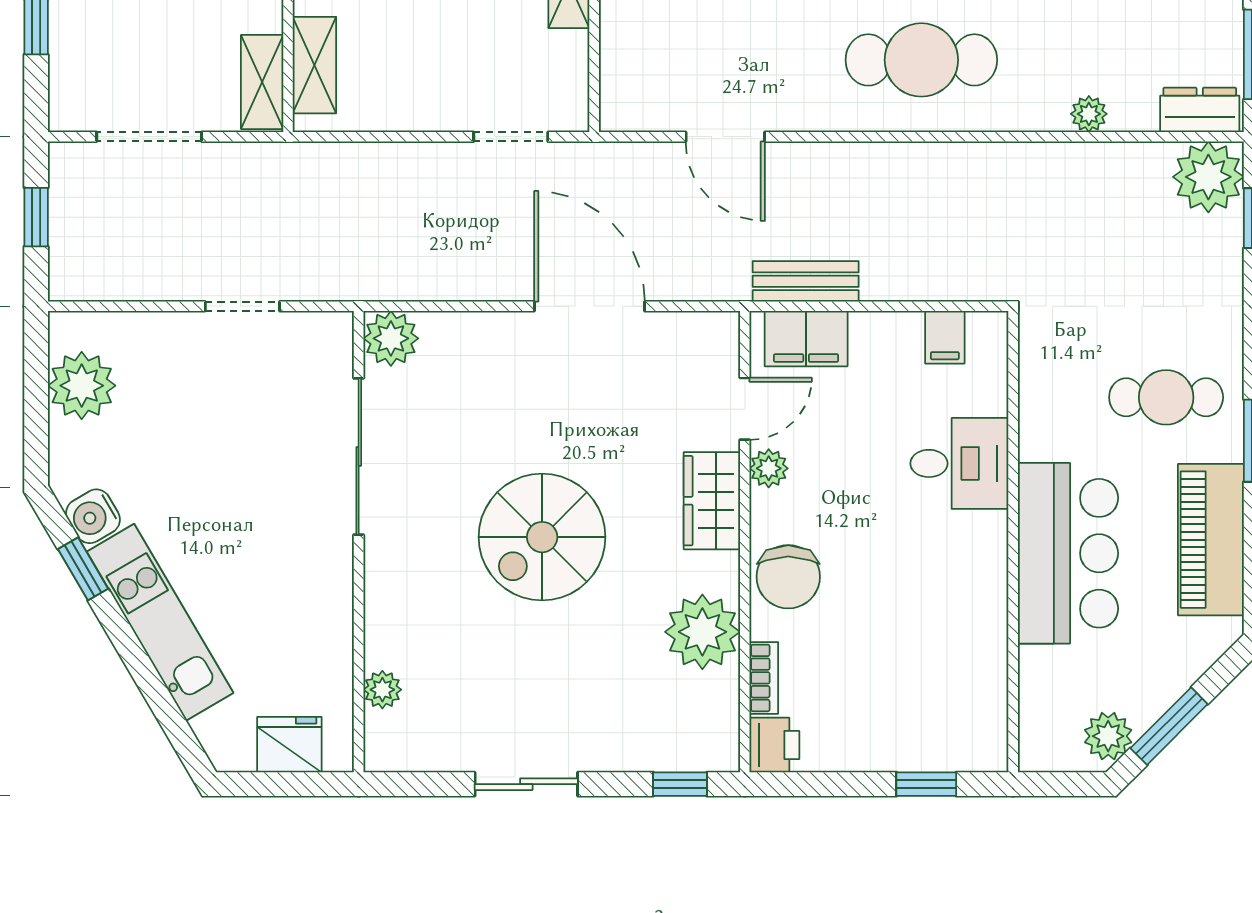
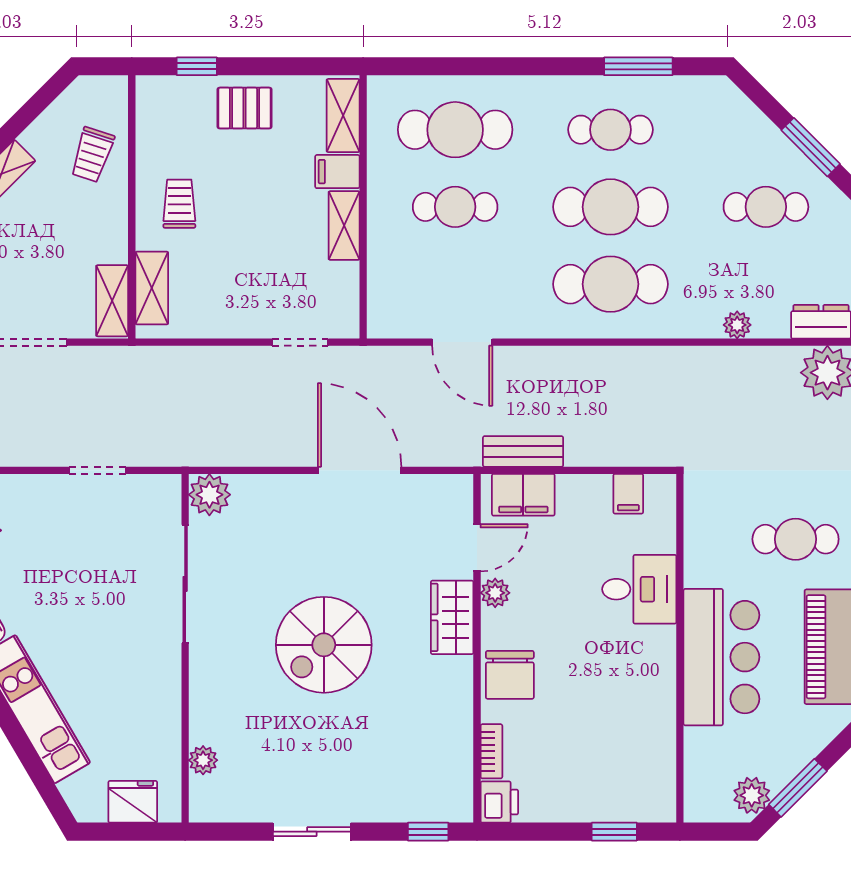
plant: (702, 632) -> (445, 716), removed

